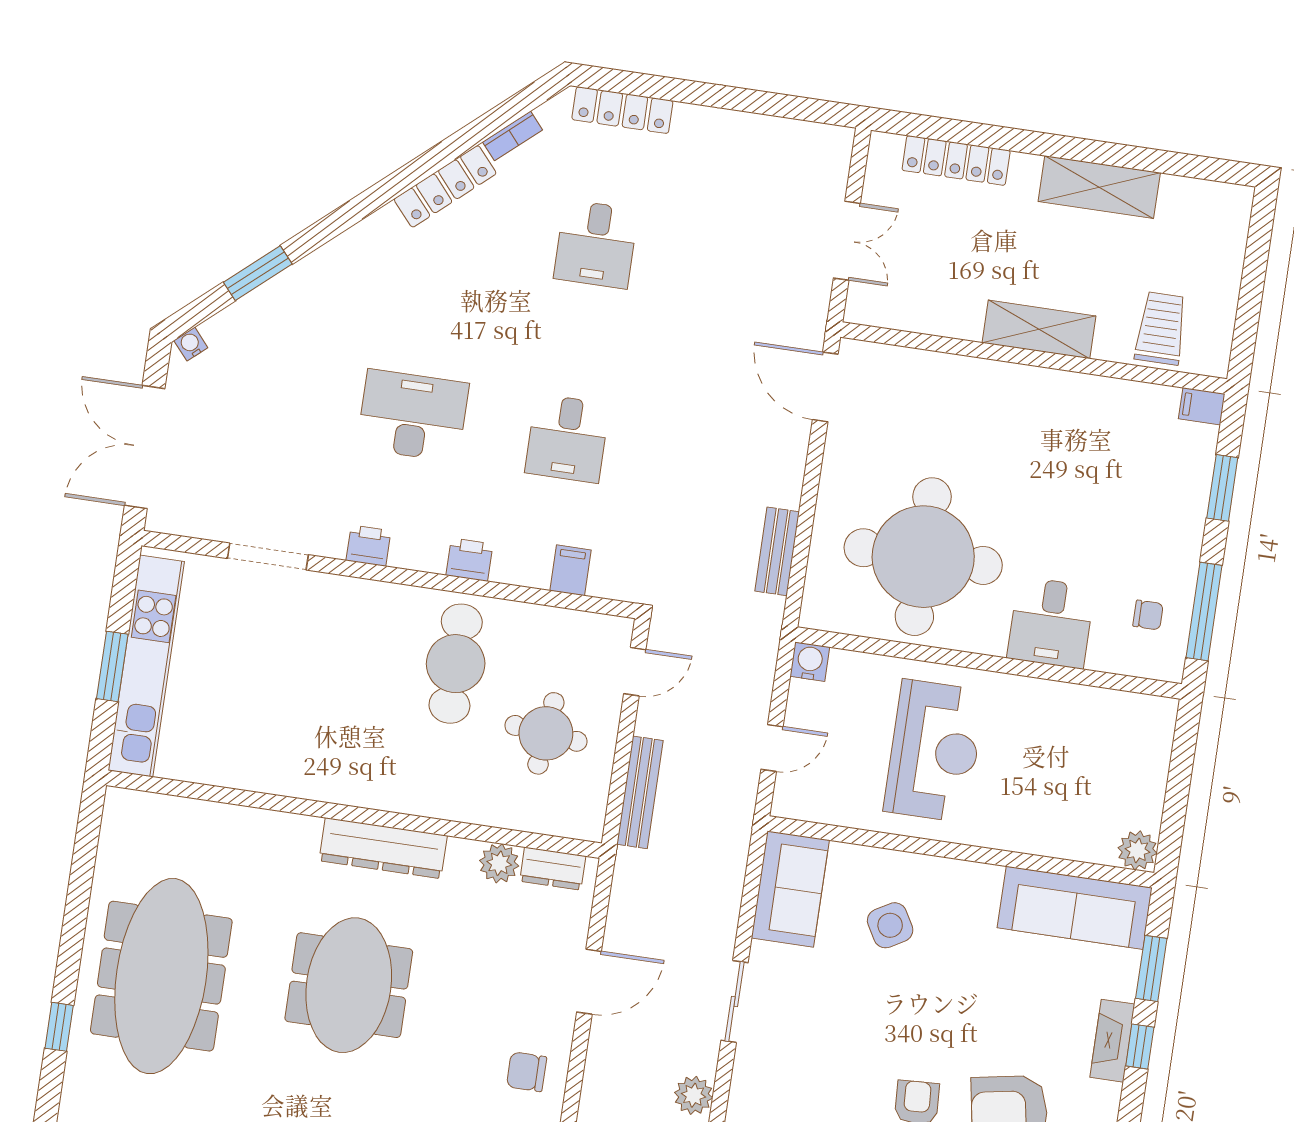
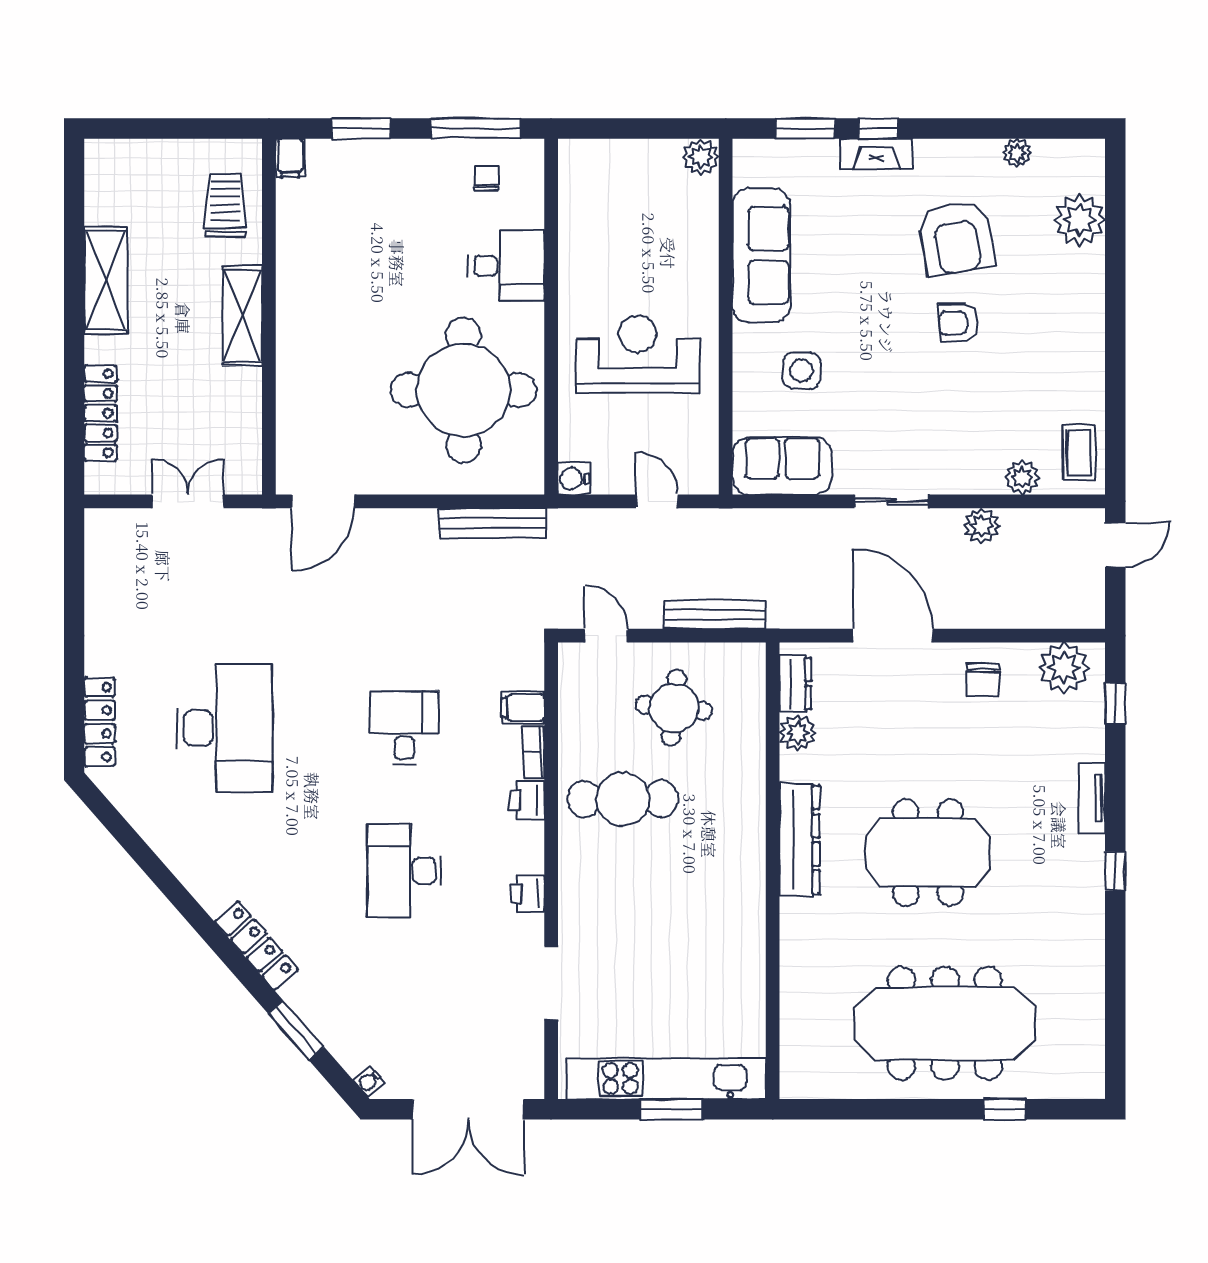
bookcase: (512, 136) -> (534, 752), moved, turned -139
locker: (445, 186) -> (257, 946), moved
desk: (596, 244) -> (224, 728), width x1.87, depth x1.30
trolley: (1161, 328) -> (225, 205), turned 90
desk: (567, 438) -> (404, 728), turned -90
bench: (777, 551) -> (492, 523), width x1.36
sofa: (1075, 908) -> (761, 255), moved
side table: (890, 925) -> (802, 371), turned 30
door: (589, 982) -> (893, 636), width x1.36

